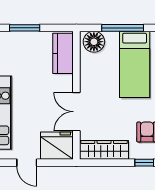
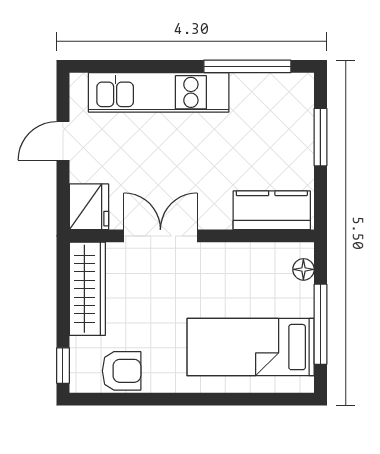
floor lamp: (94, 42) -> (303, 269), width x0.53, depth x0.53
fridge: (57, 146) -> (89, 207), width x0.73, depth x0.75

